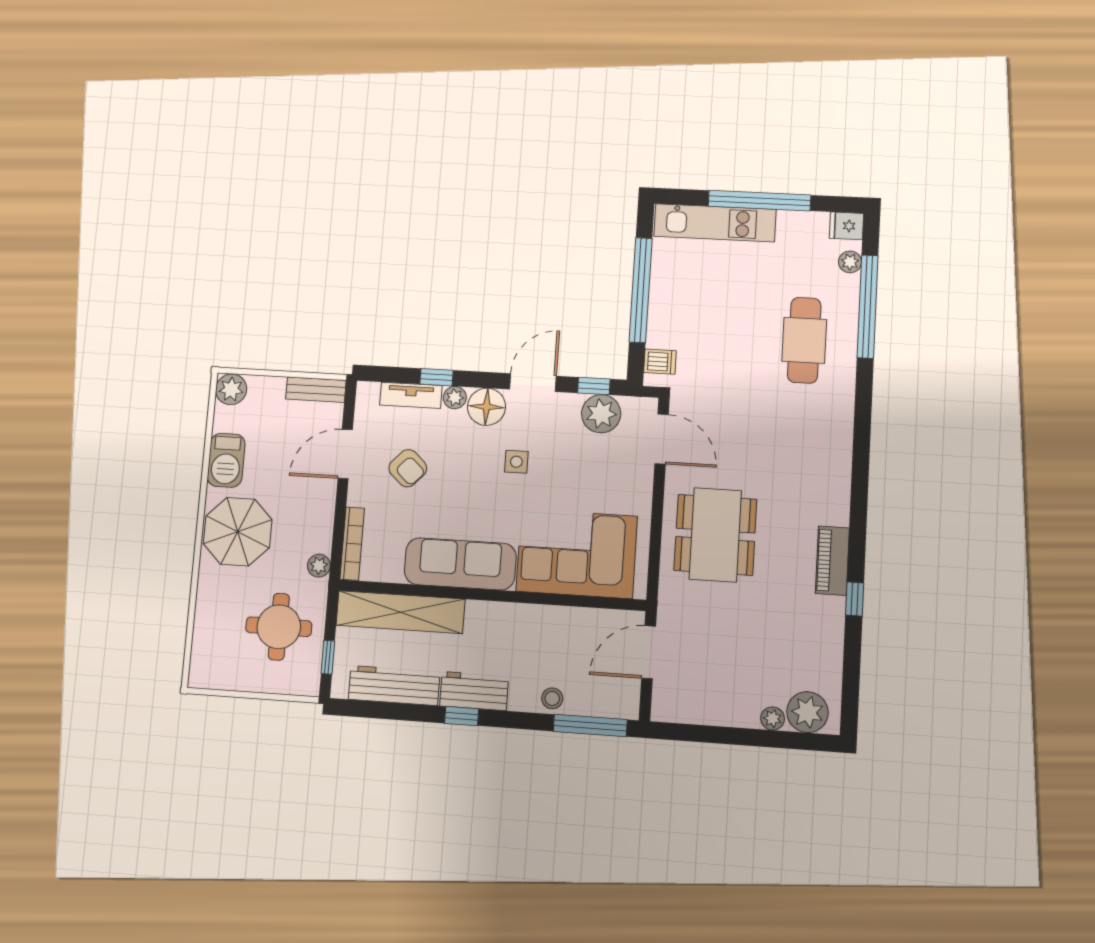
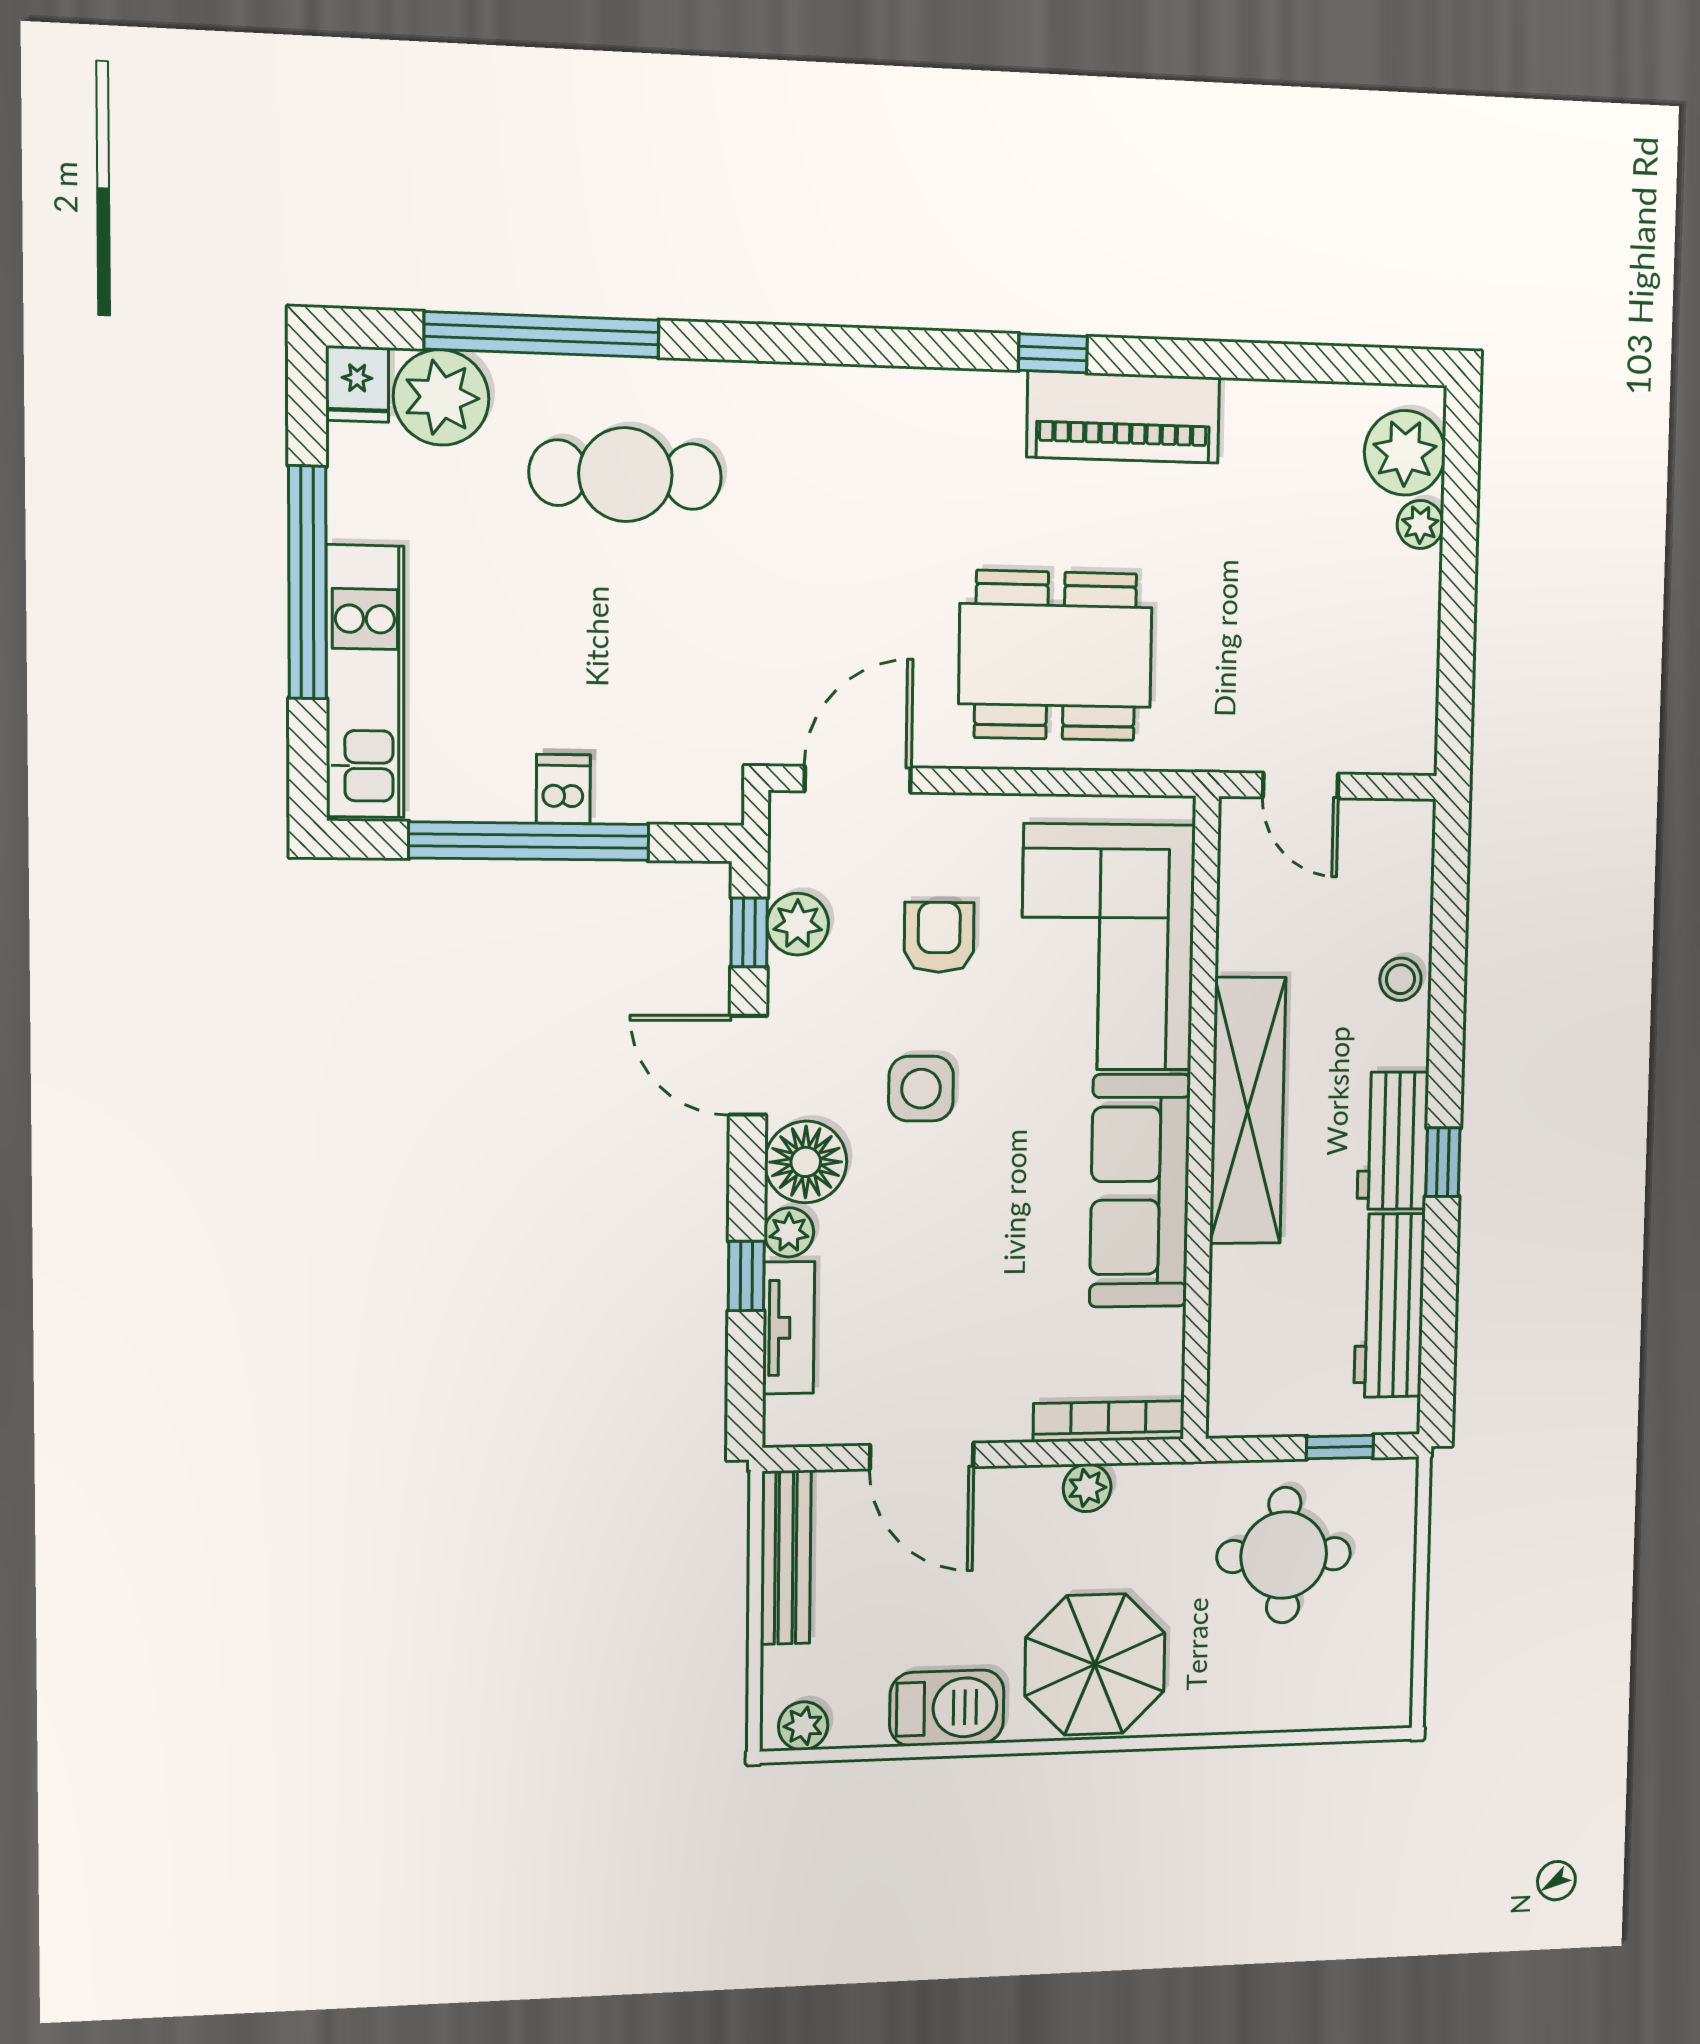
plant: (850, 262) -> (441, 397), width x1.87, depth x1.87
dishwasher: (660, 362) -> (563, 789), moved
plant: (231, 389) -> (803, 1726), width x0.73, depth x0.73
bench: (316, 390) -> (786, 1557), width x1.36
plant: (601, 414) -> (798, 924), width x0.73, depth x0.73
side table: (516, 462) -> (921, 1089), width x1.37, depth x1.37
armchair: (408, 468) -> (939, 937), moved, turned -43
piano: (832, 561) -> (1123, 417), width x1.37, depth x1.33
plant: (319, 566) -> (1087, 1488), moved
window: (855, 599) -> (1053, 353), moved
shelving: (400, 612) -> (1248, 1111), moved
door: (649, 652) -> (1301, 786), width x0.73
window: (590, 726) -> (1450, 898), removed

